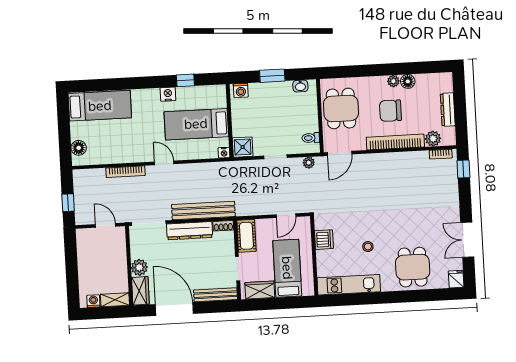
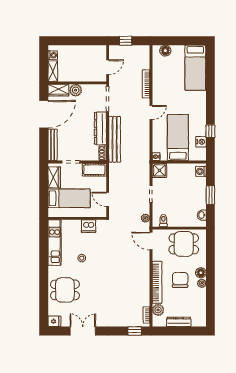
floor lamp: (408, 81) -> (201, 273), moved
nightstand: (168, 94) -> (201, 142), moved

